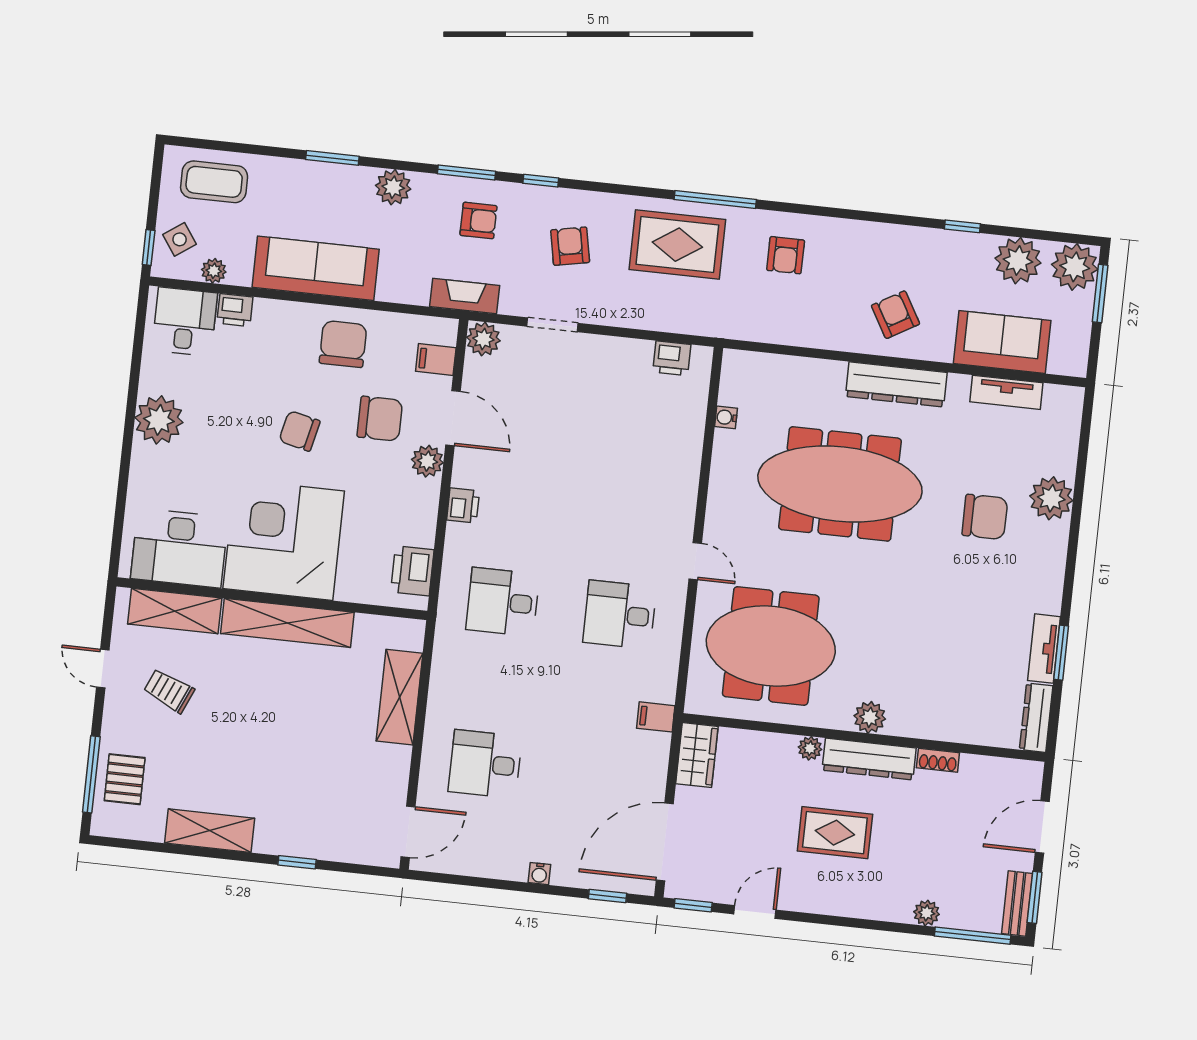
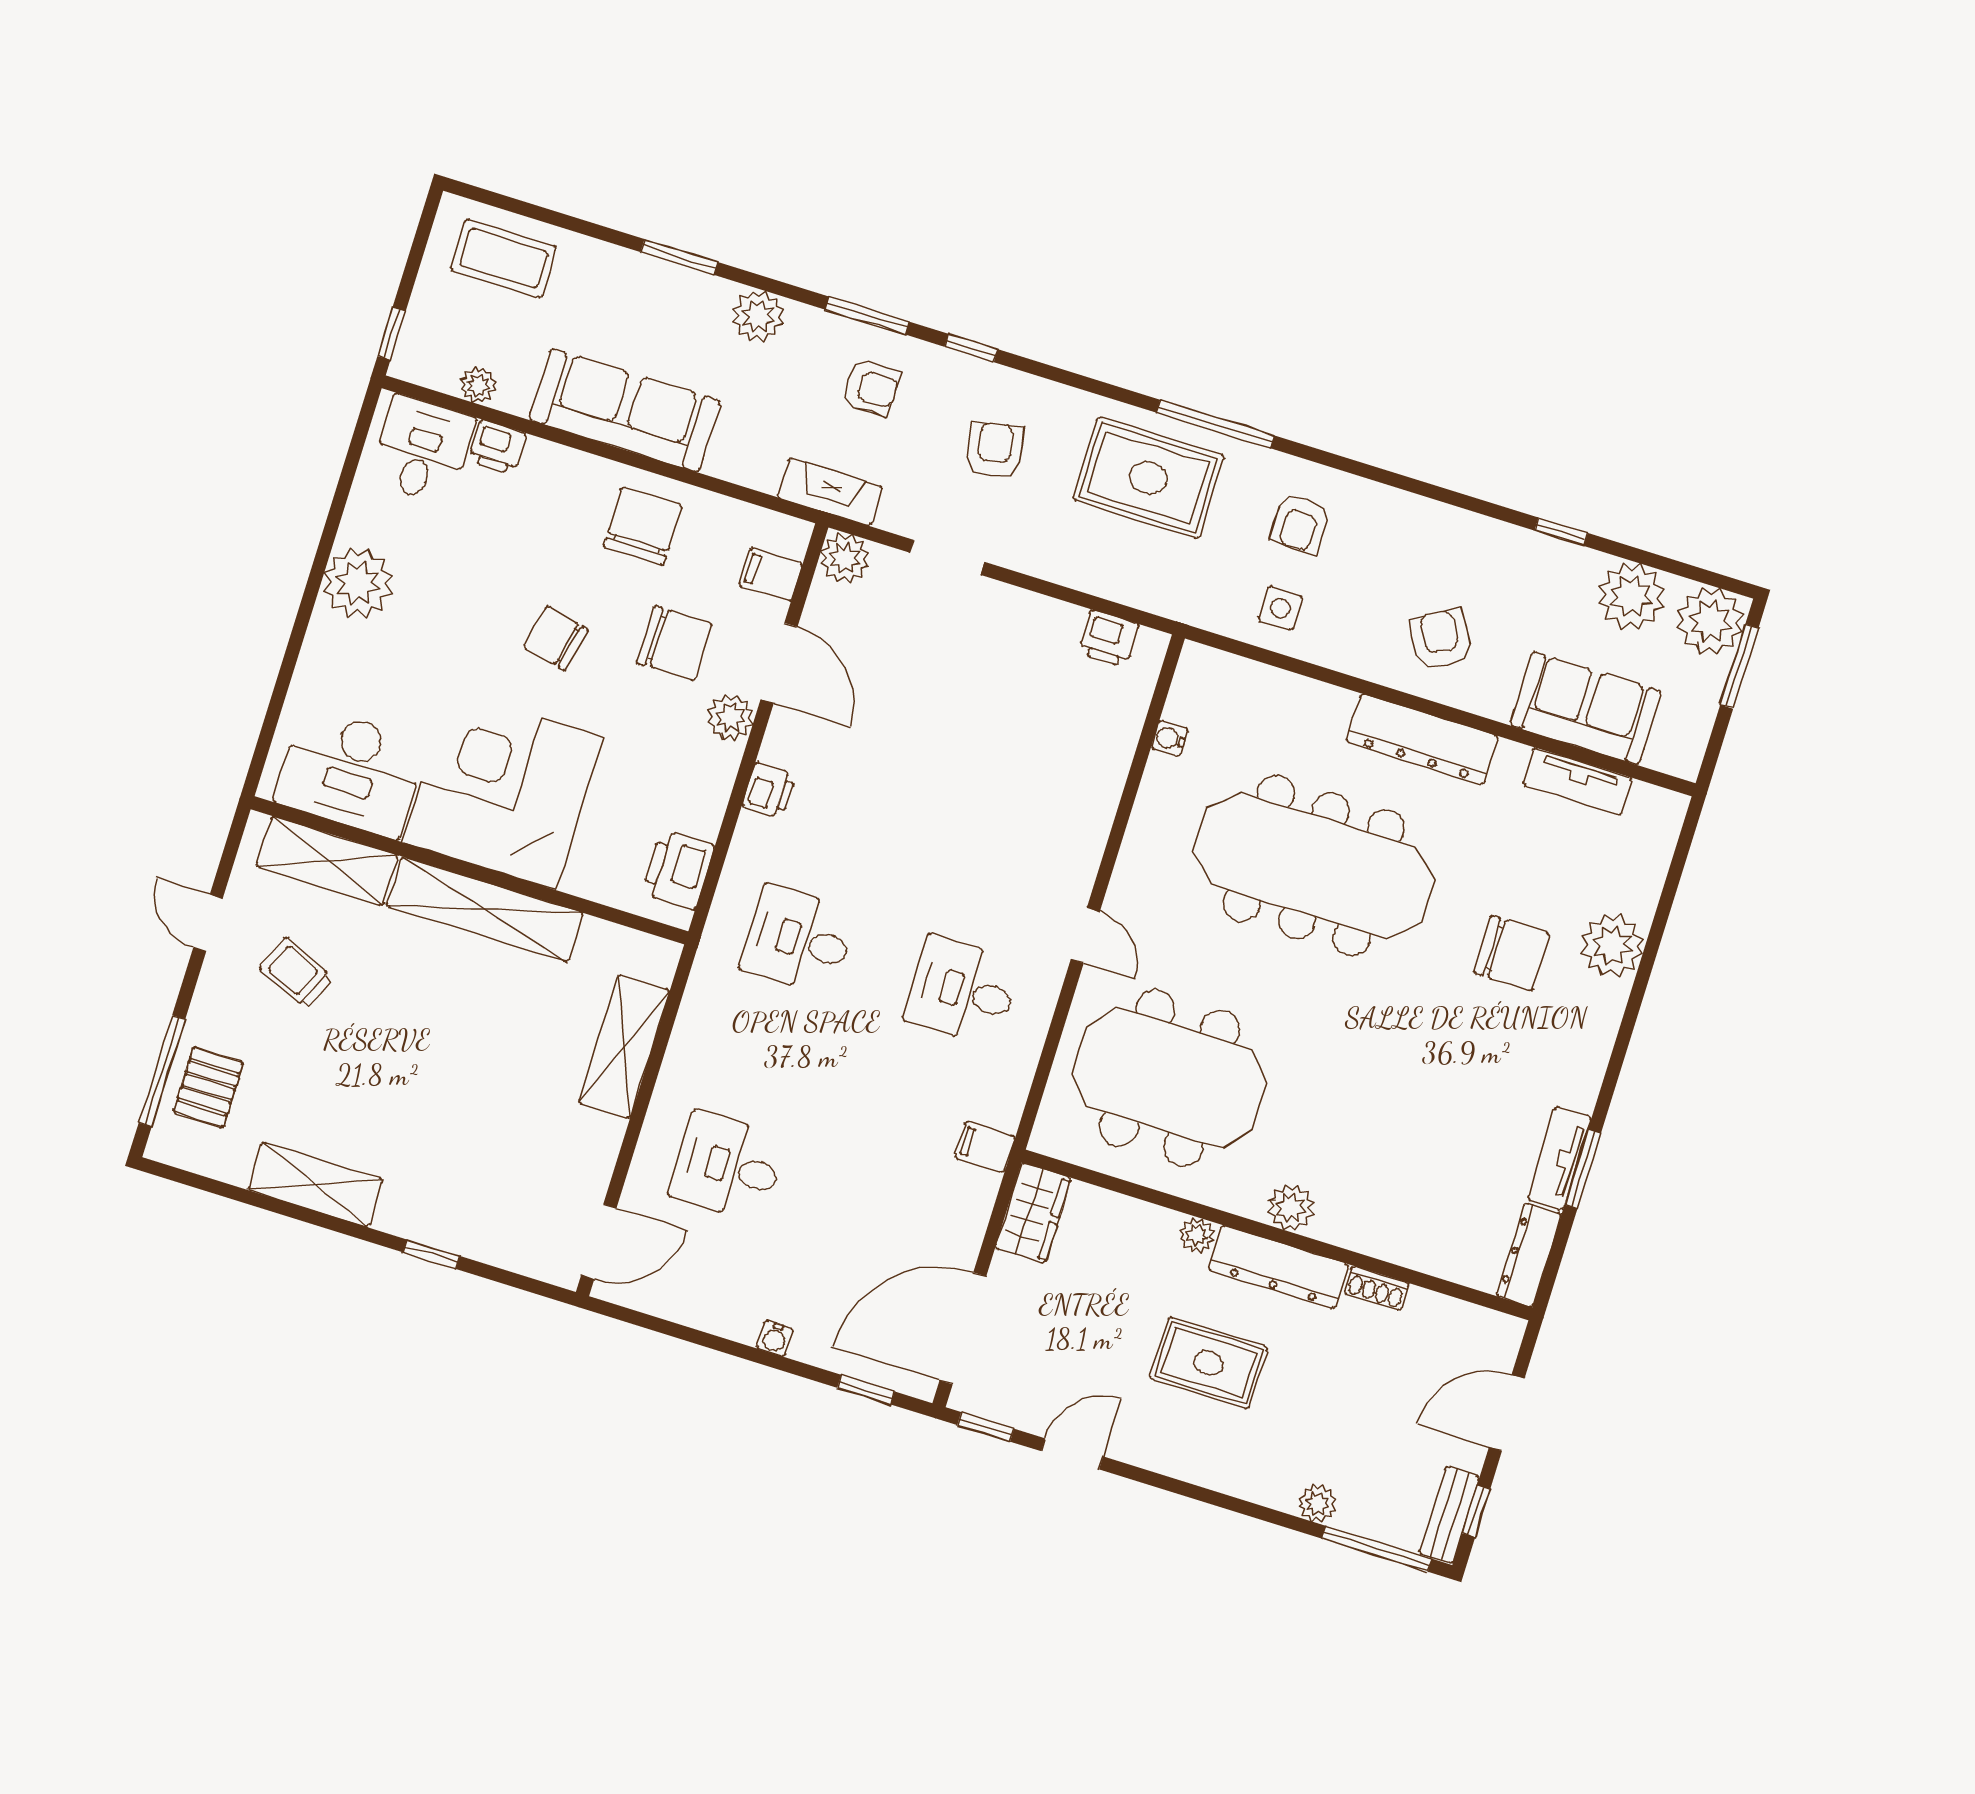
side table: (180, 239) -> (1280, 608), moved, turned 35
window: (1035, 897) -> (1476, 1511), width x0.67

